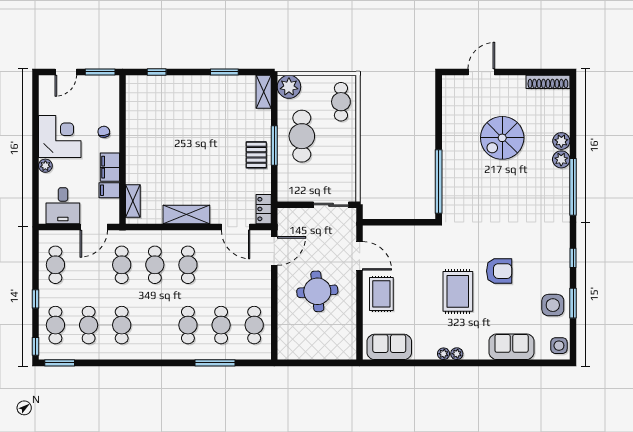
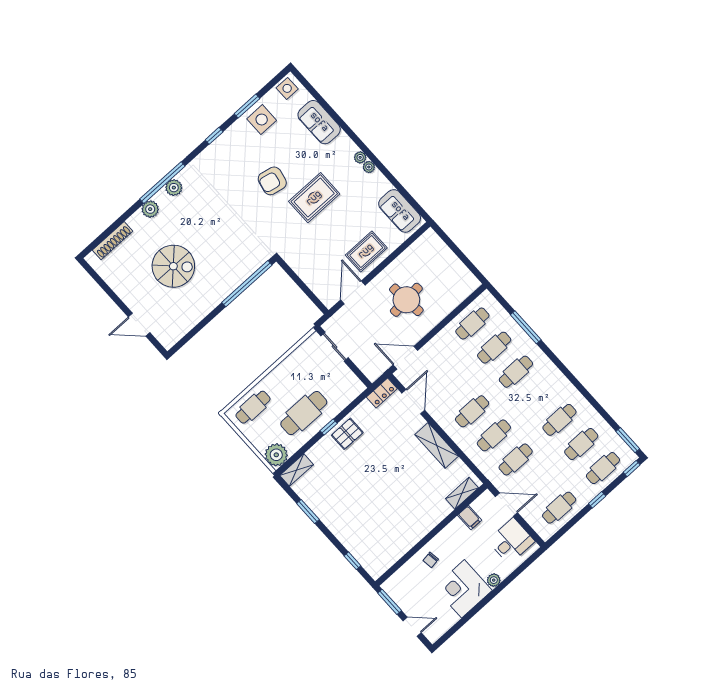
shoe rack: (548, 82) -> (113, 241), moved, turned 90
plant: (561, 141) -> (174, 188), moved
window: (274, 145) -> (329, 427), width x0.46
filing cabinet: (110, 167) -> (452, 532), removed
armchair: (499, 271) -> (272, 181), turned -78

